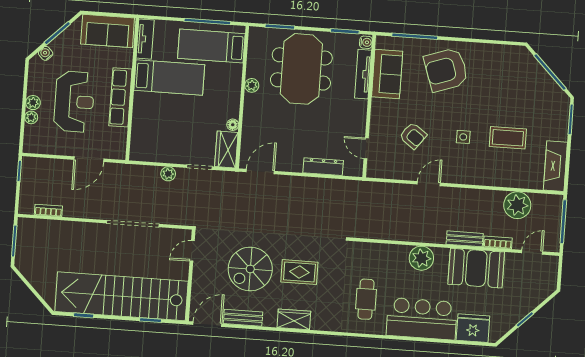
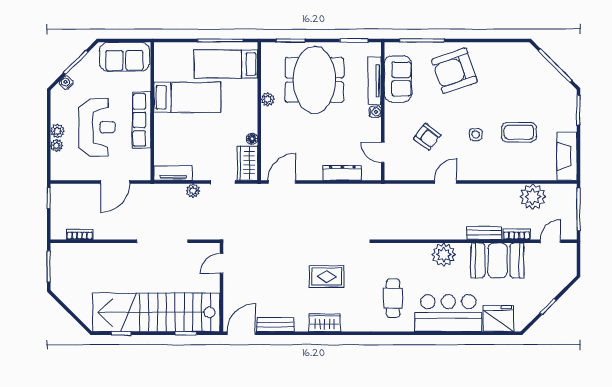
tv unit: (145, 39) -> (173, 173), moved, turned -90
water cooler: (366, 42) -> (375, 112), moved
spiral stairs: (250, 269) -> (279, 277), removed

